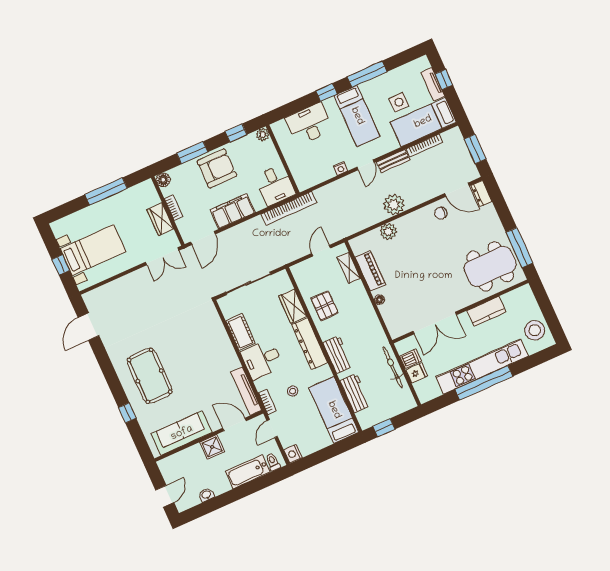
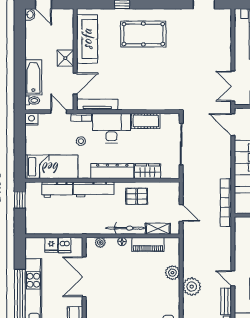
nightstand: (340, 168) -> (239, 257), removed
plant: (391, 322) -> (100, 242), added
workbench: (338, 355) -> (94, 189), width x1.37
desk: (262, 359) -> (111, 128), width x1.37
bicycle: (393, 367) -> (125, 228), moved
washbasin: (206, 495) -> (30, 14), moved

